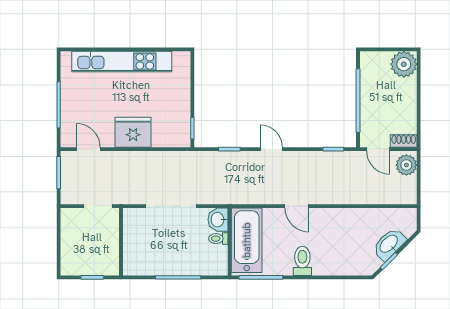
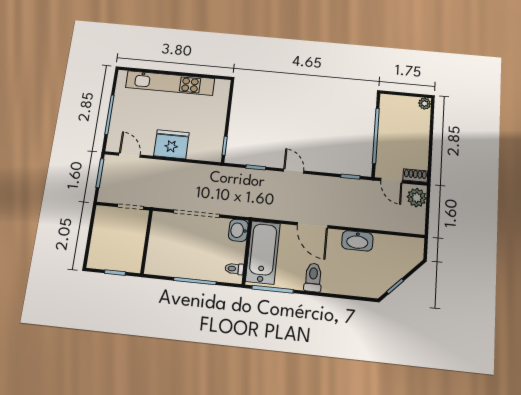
plant: (404, 64) -> (425, 104), width x0.53, depth x0.53
door: (297, 206) -> (312, 225), width x1.38
toilet: (218, 239) -> (234, 269), moved
washbasin: (389, 244) -> (357, 241), moved, turned -135

